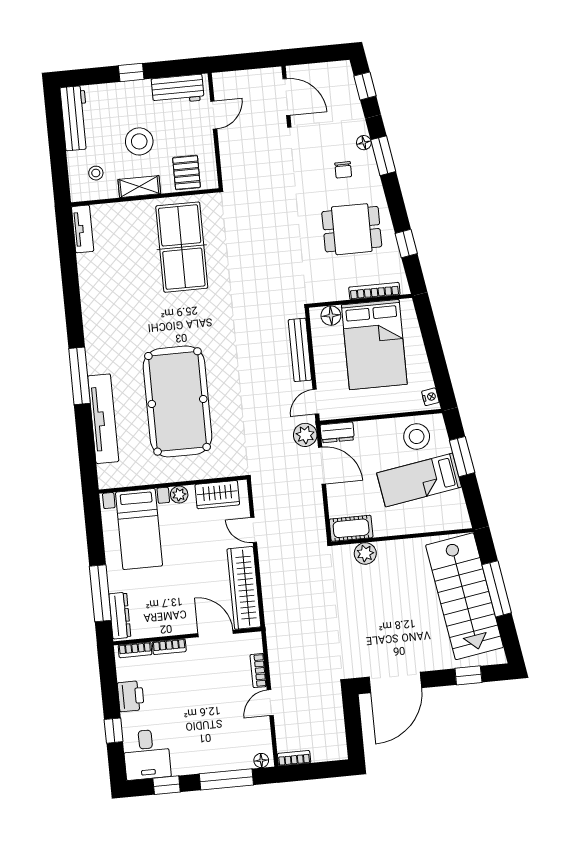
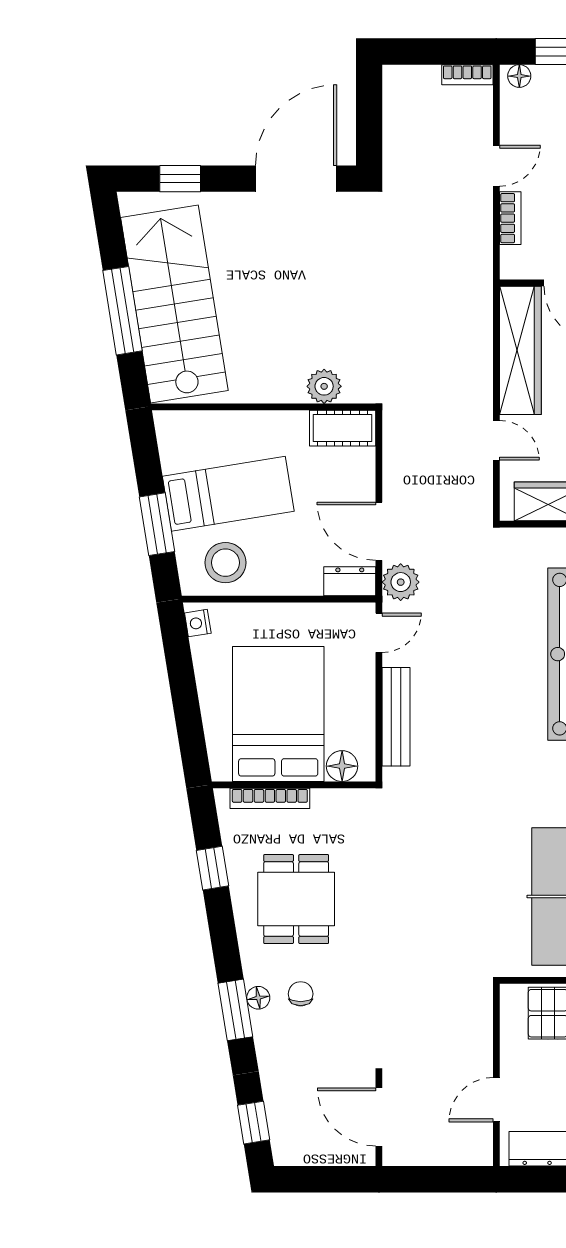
floor lamp: (364, 143) -> (258, 998), moved
dining table: (352, 229) -> (296, 899), turned 90

